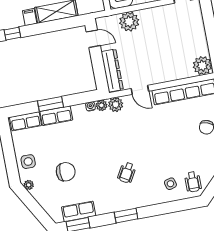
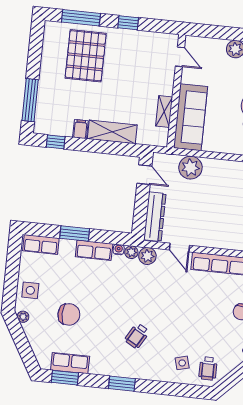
row of seats: (56, 116) -> (94, 250), moved

